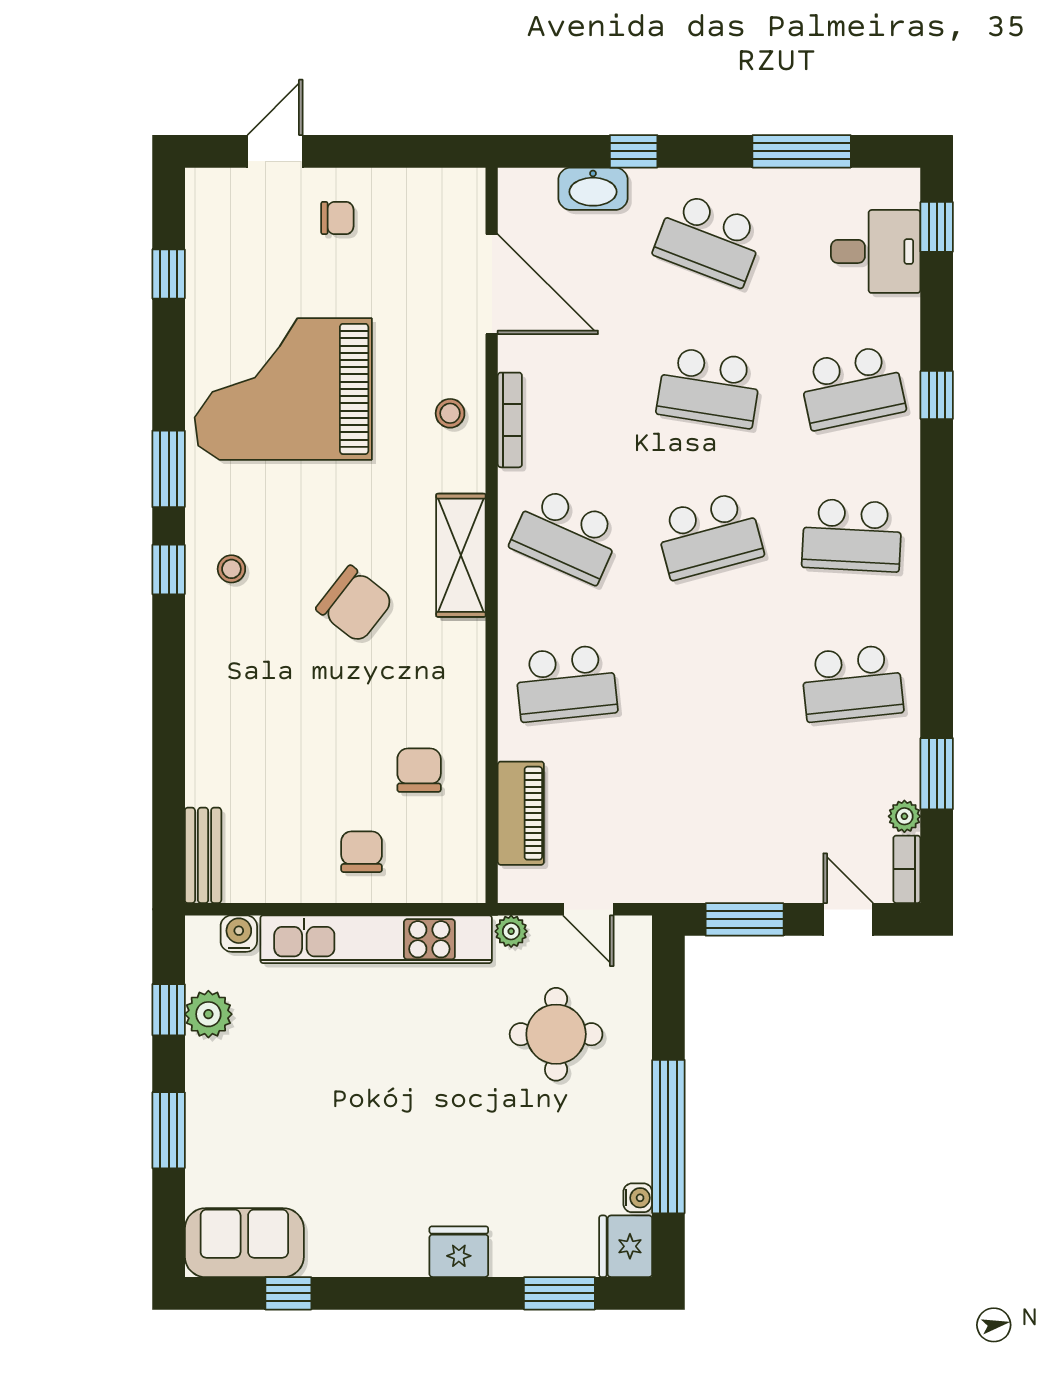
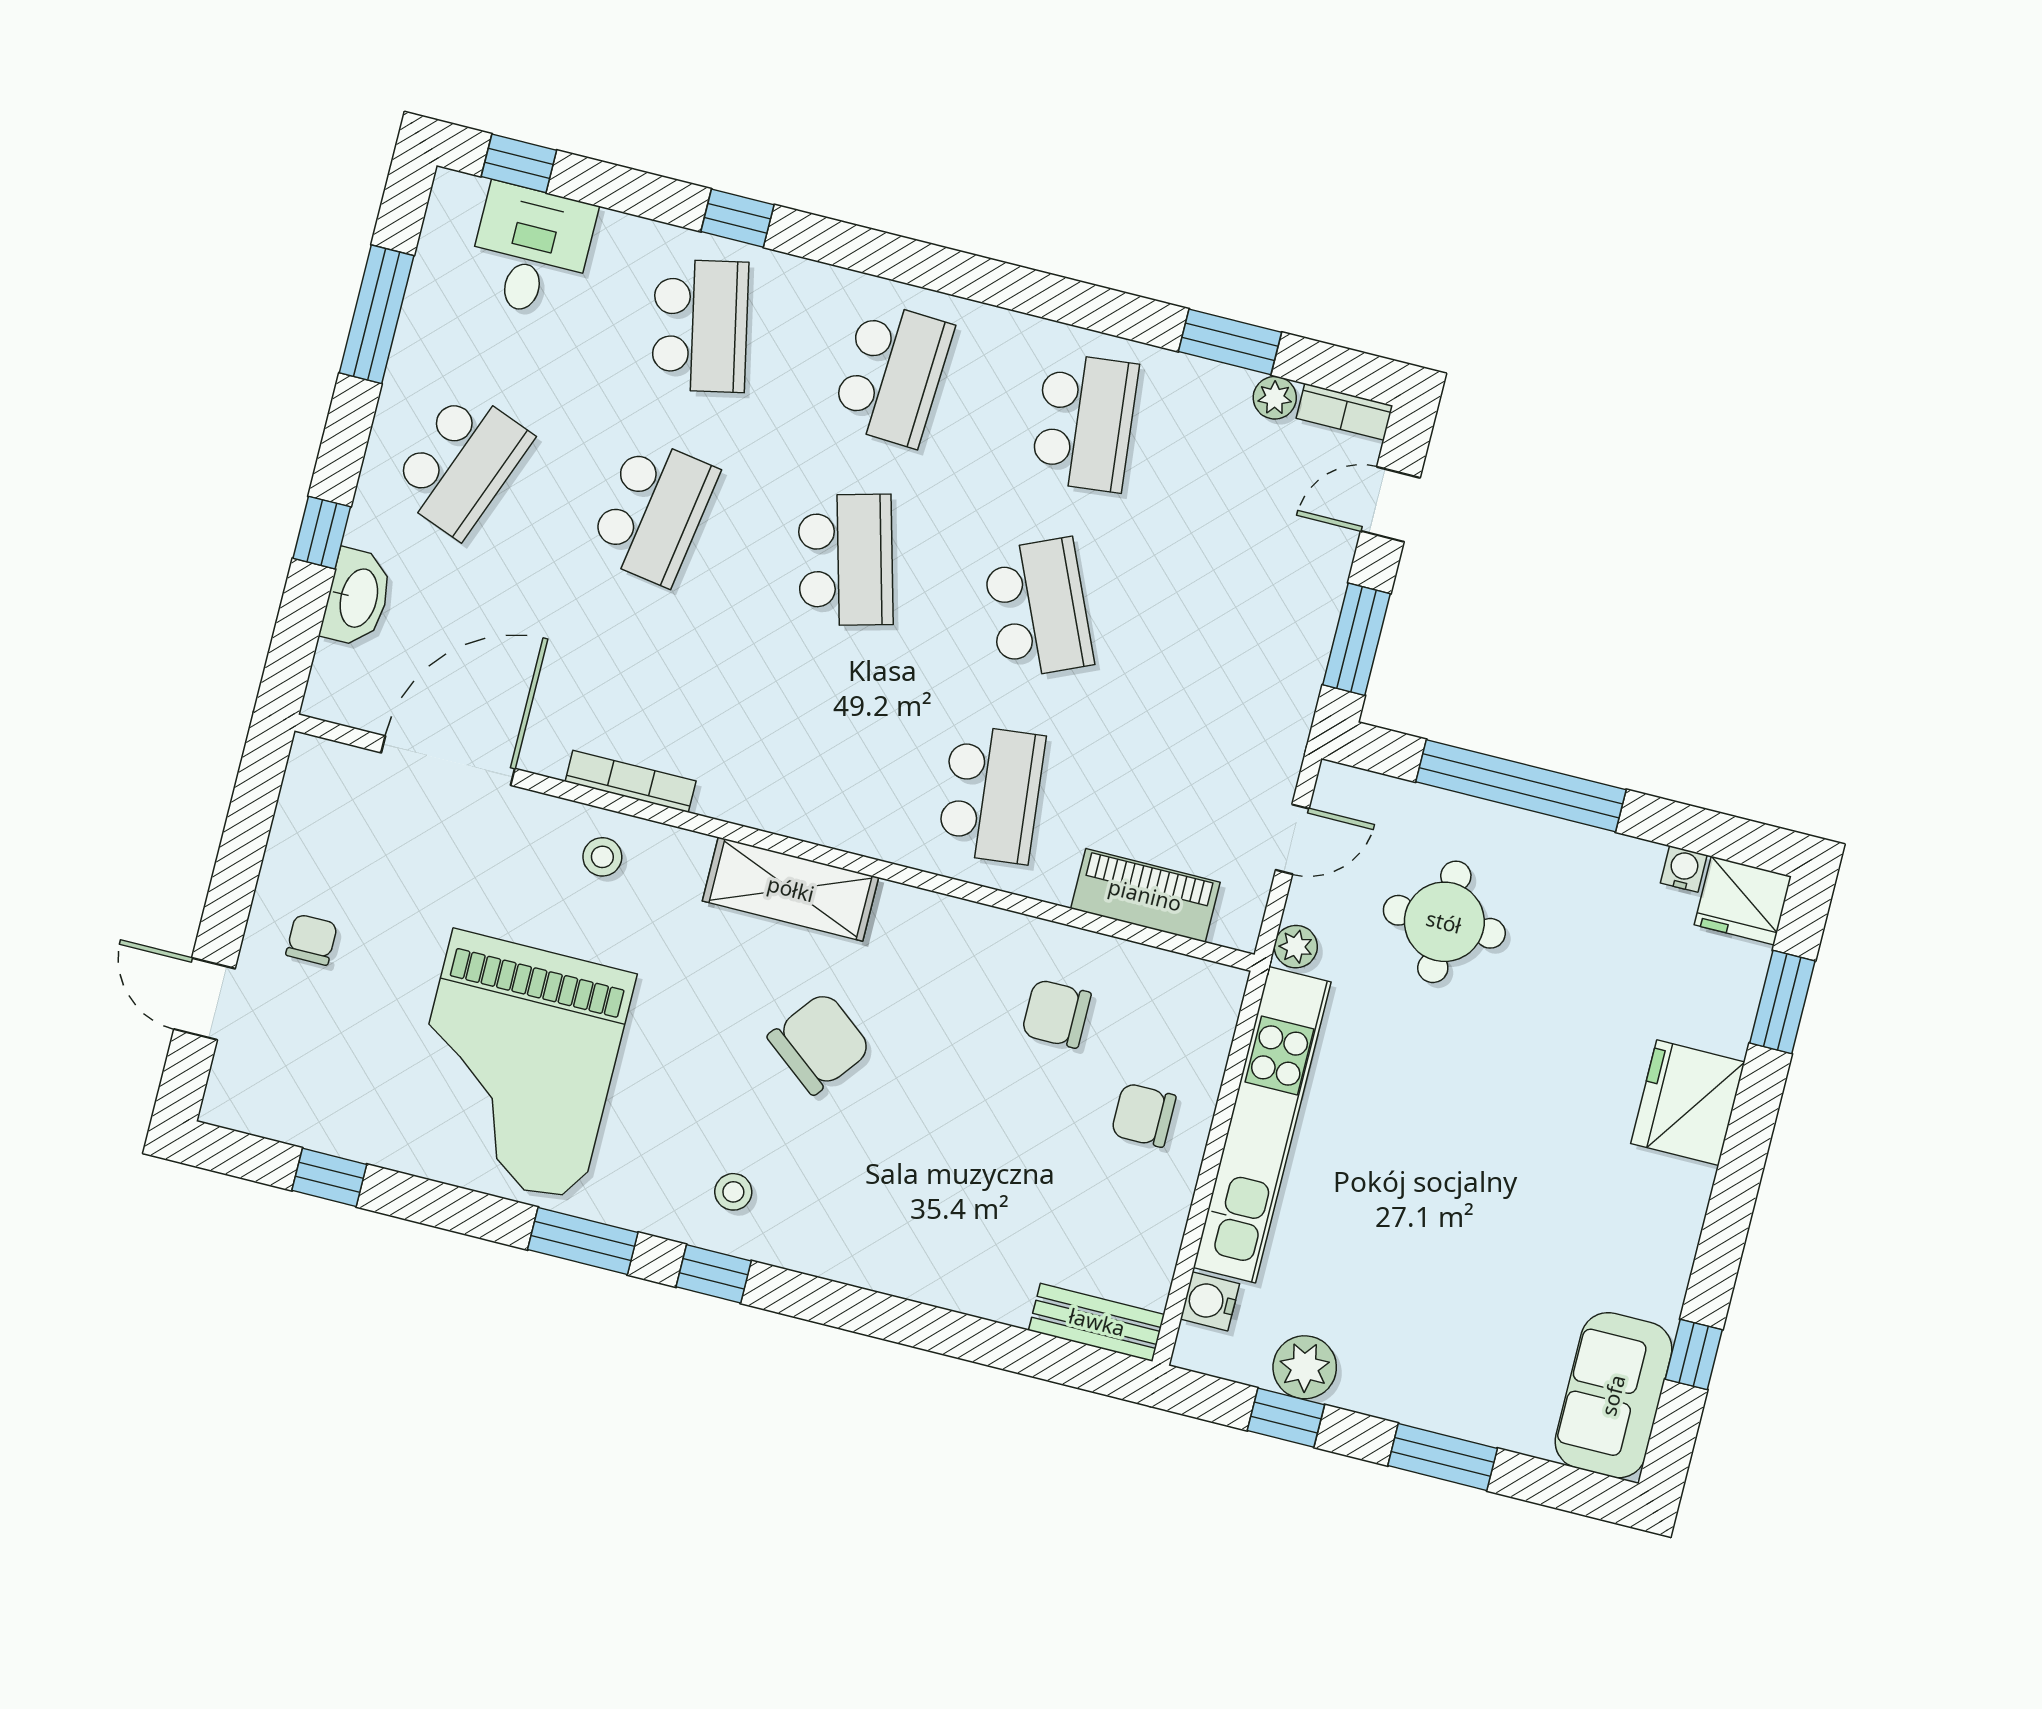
school desk: (566, 535) -> (1038, 608), moved, turned -48
window: (668, 1137) -> (1521, 786), moved
fridge: (459, 1252) -> (1688, 1103), width x1.36, depth x1.34

